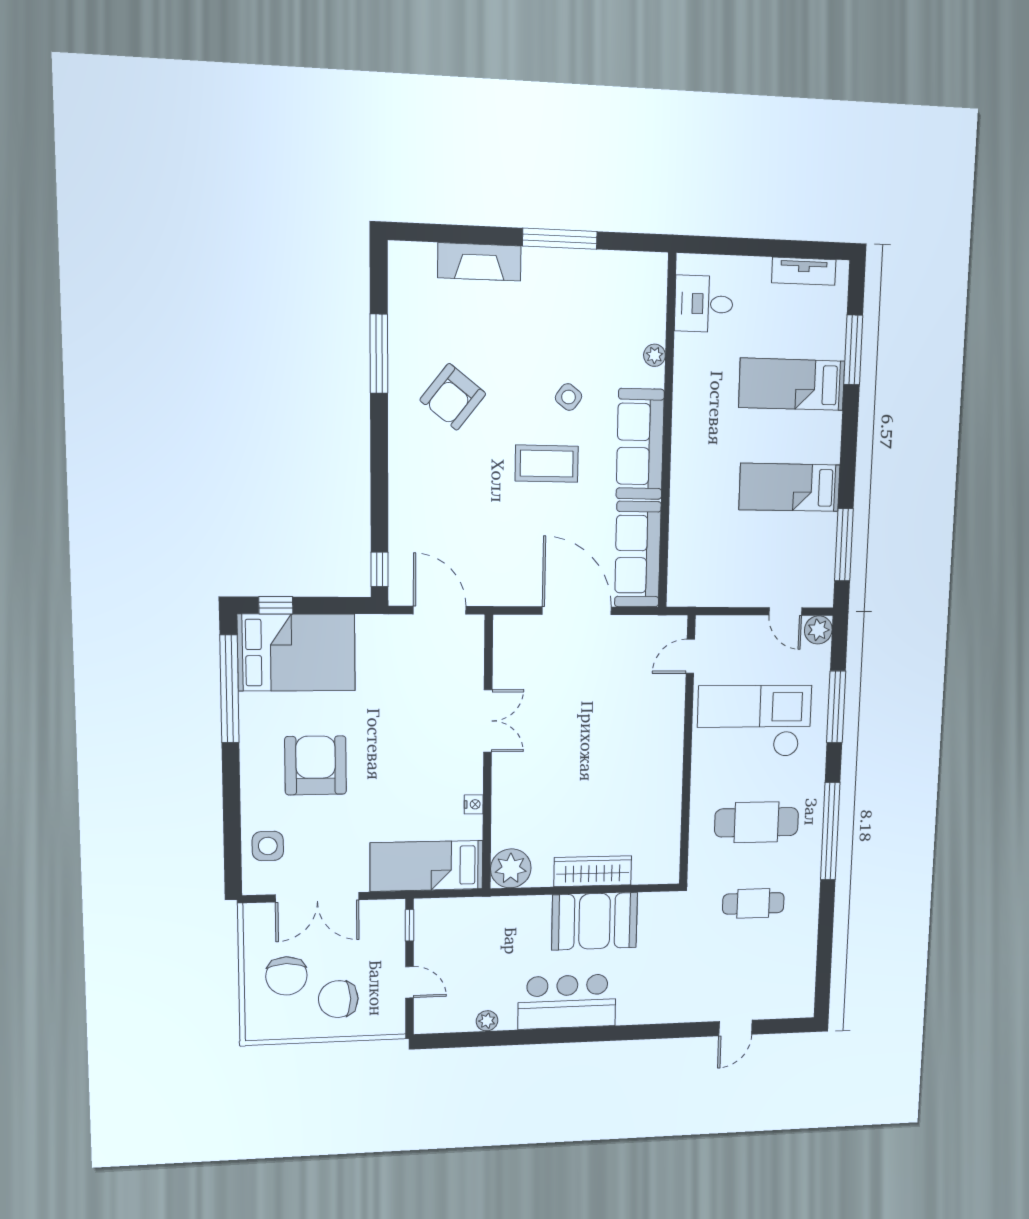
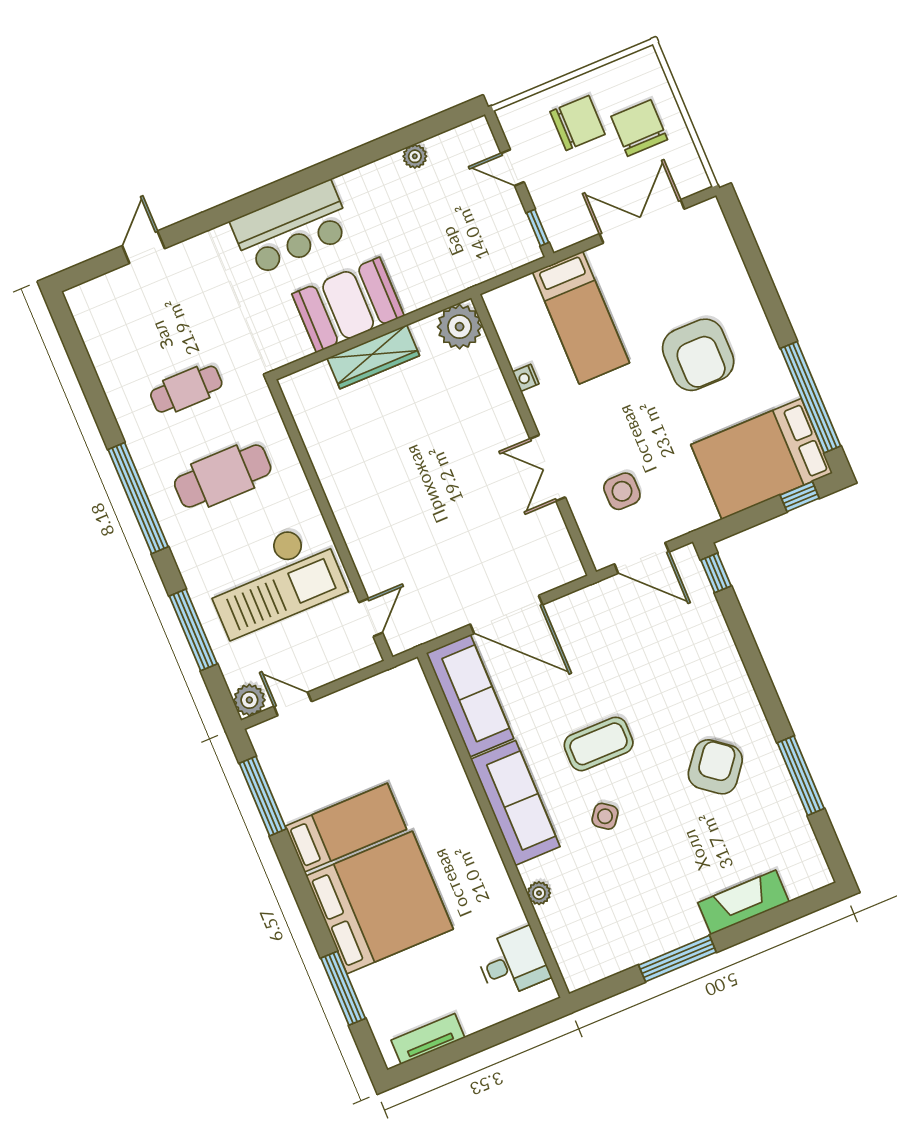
bed: (792, 384) -> (380, 903), width x2.04
side table: (268, 846) -> (622, 491), moved
bed: (427, 866) -> (581, 318), moved, turned 90
bar counter: (567, 1002) -> (292, 228), moved

